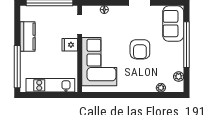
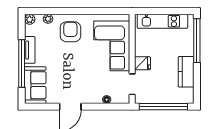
armchair: (140, 49) -> (70, 32), moved
tv unit: (179, 58) -> (30, 50), added
plant: (179, 77) -> (30, 19), moved

